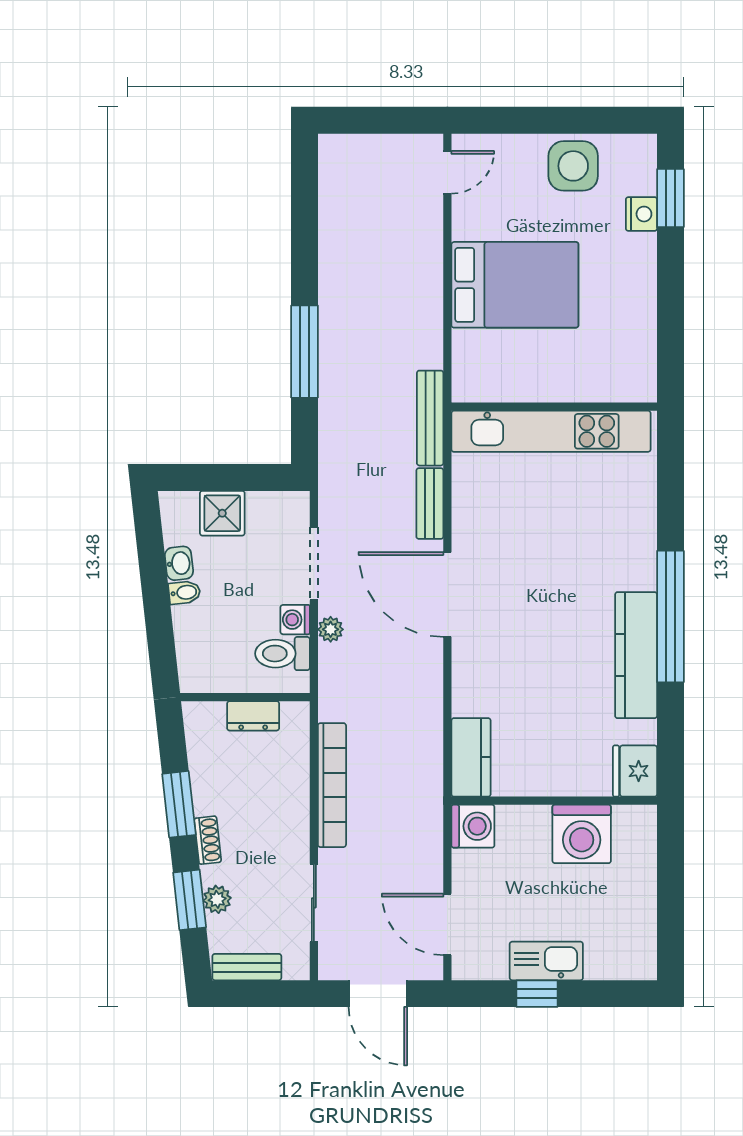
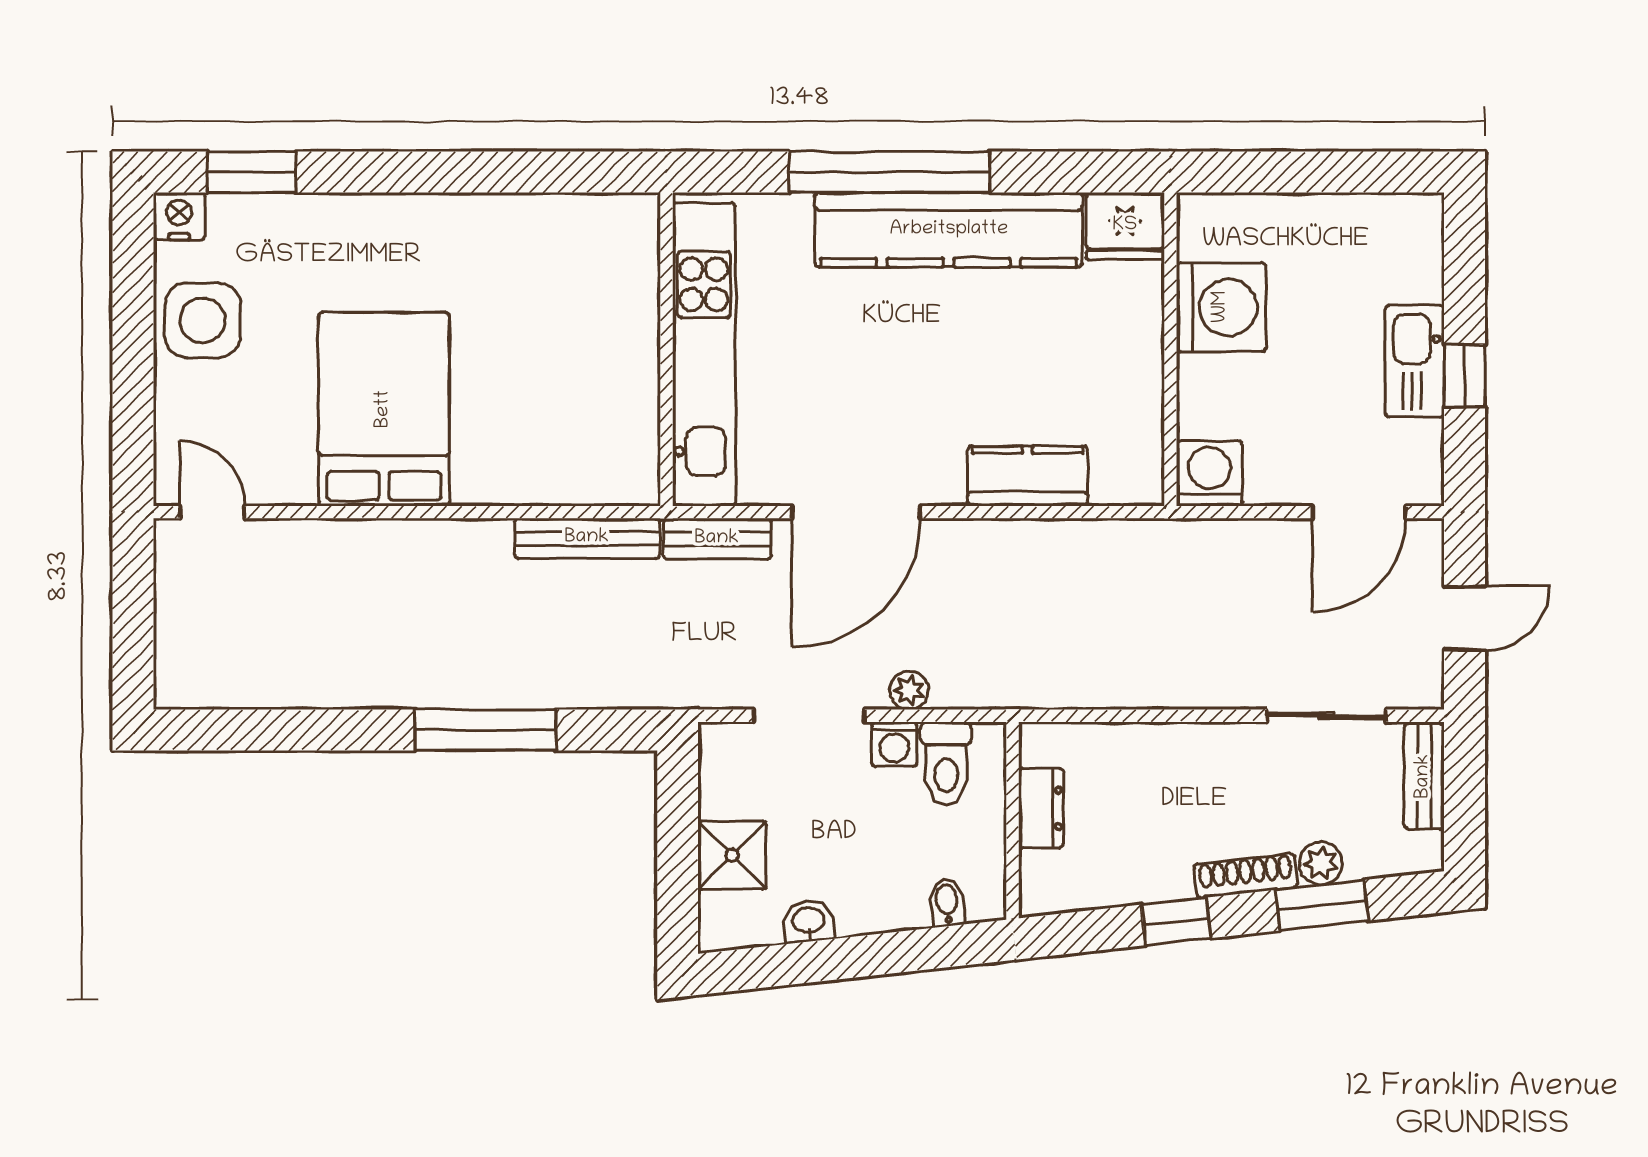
nightstand: (641, 214) -> (179, 216), moved
wall: (554, 407) -> (666, 349), moved
kitchen unit: (551, 431) -> (704, 354), moved
bidet: (185, 592) -> (947, 902), moved
kitchen counter: (636, 655) -> (949, 230), width x1.39, depth x1.17
kitchen counter: (471, 757) -> (1027, 476), moved
bookcase: (332, 785) -> (1147, 688), removed
window: (179, 804) -> (1176, 921), width x0.67
shoe rack: (208, 840) -> (1246, 876), width x1.43
bench: (247, 967) -> (1424, 776), moved
door: (378, 994) -> (1465, 618), width x0.73

